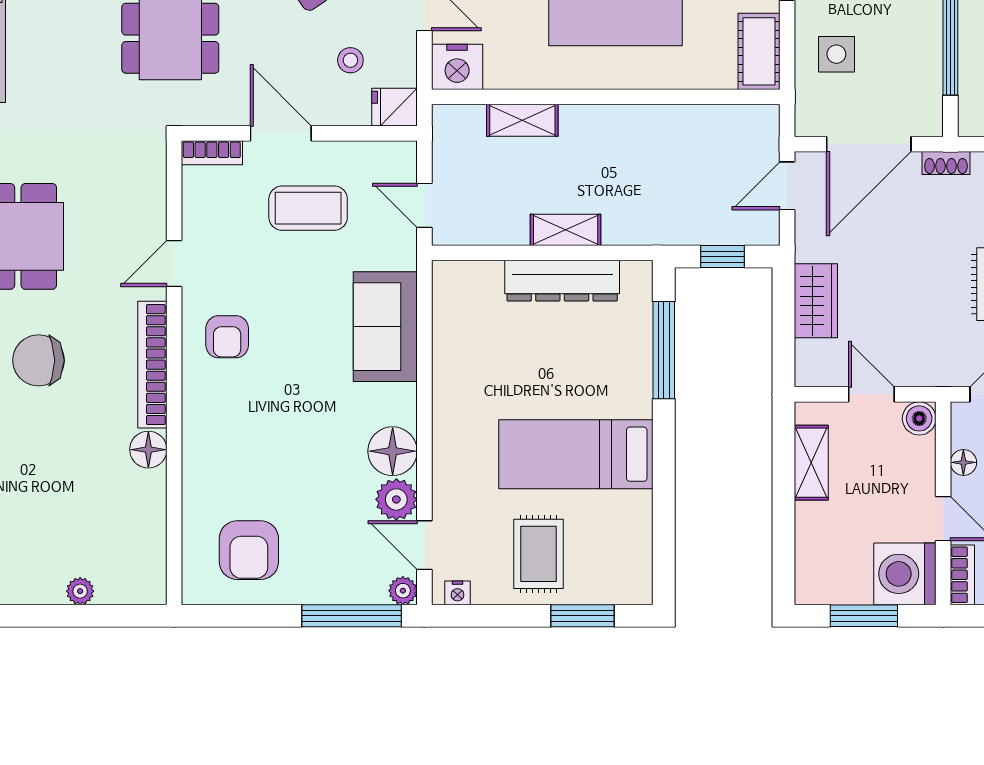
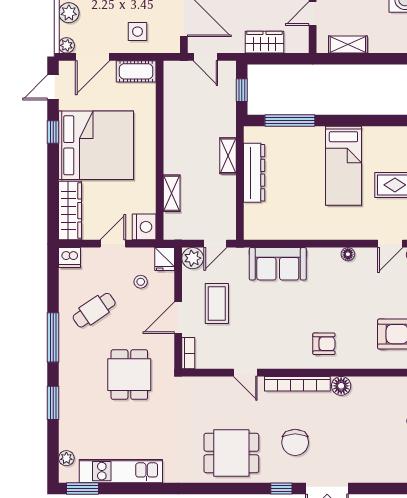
shelving: (566, 230) -> (228, 156), moved
armchair: (227, 337) -> (324, 344), moved
floor lamp: (393, 451) -> (348, 254), width x0.53, depth x0.53
plant: (396, 499) -> (193, 258), moved

